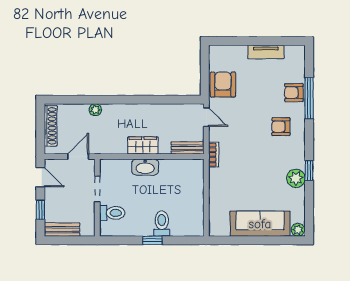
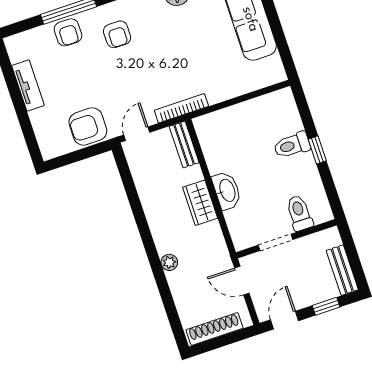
plant: (95, 110) -> (169, 262), moved
bookcase: (214, 155) -> (181, 108), width x1.56

